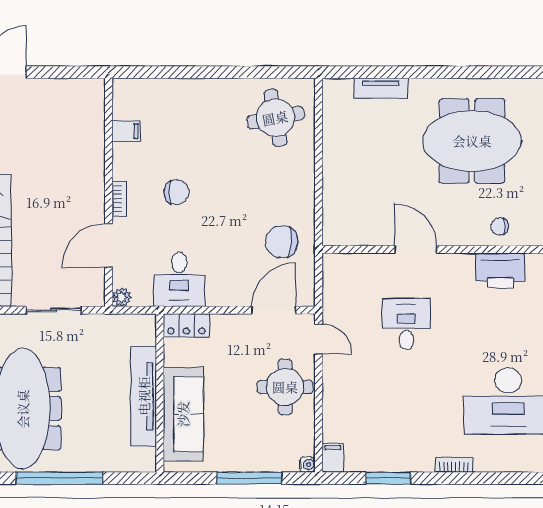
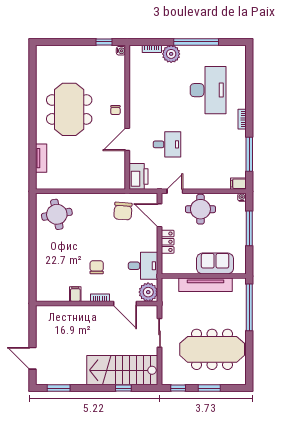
filing cabinet: (126, 131) -> (75, 294), moved
chair: (500, 226) -> (115, 110), moved
printer: (500, 271) -> (138, 176), moved
plant: (121, 297) -> (148, 292), width x1.87, depth x1.87
desk: (406, 324) -> (167, 144), turned 180
locker: (186, 325) -> (168, 242), moved
sofa: (183, 414) -> (215, 264), width x0.73
window: (59, 478) -> (249, 307), moved
window: (388, 478) -> (249, 154), width x1.44

